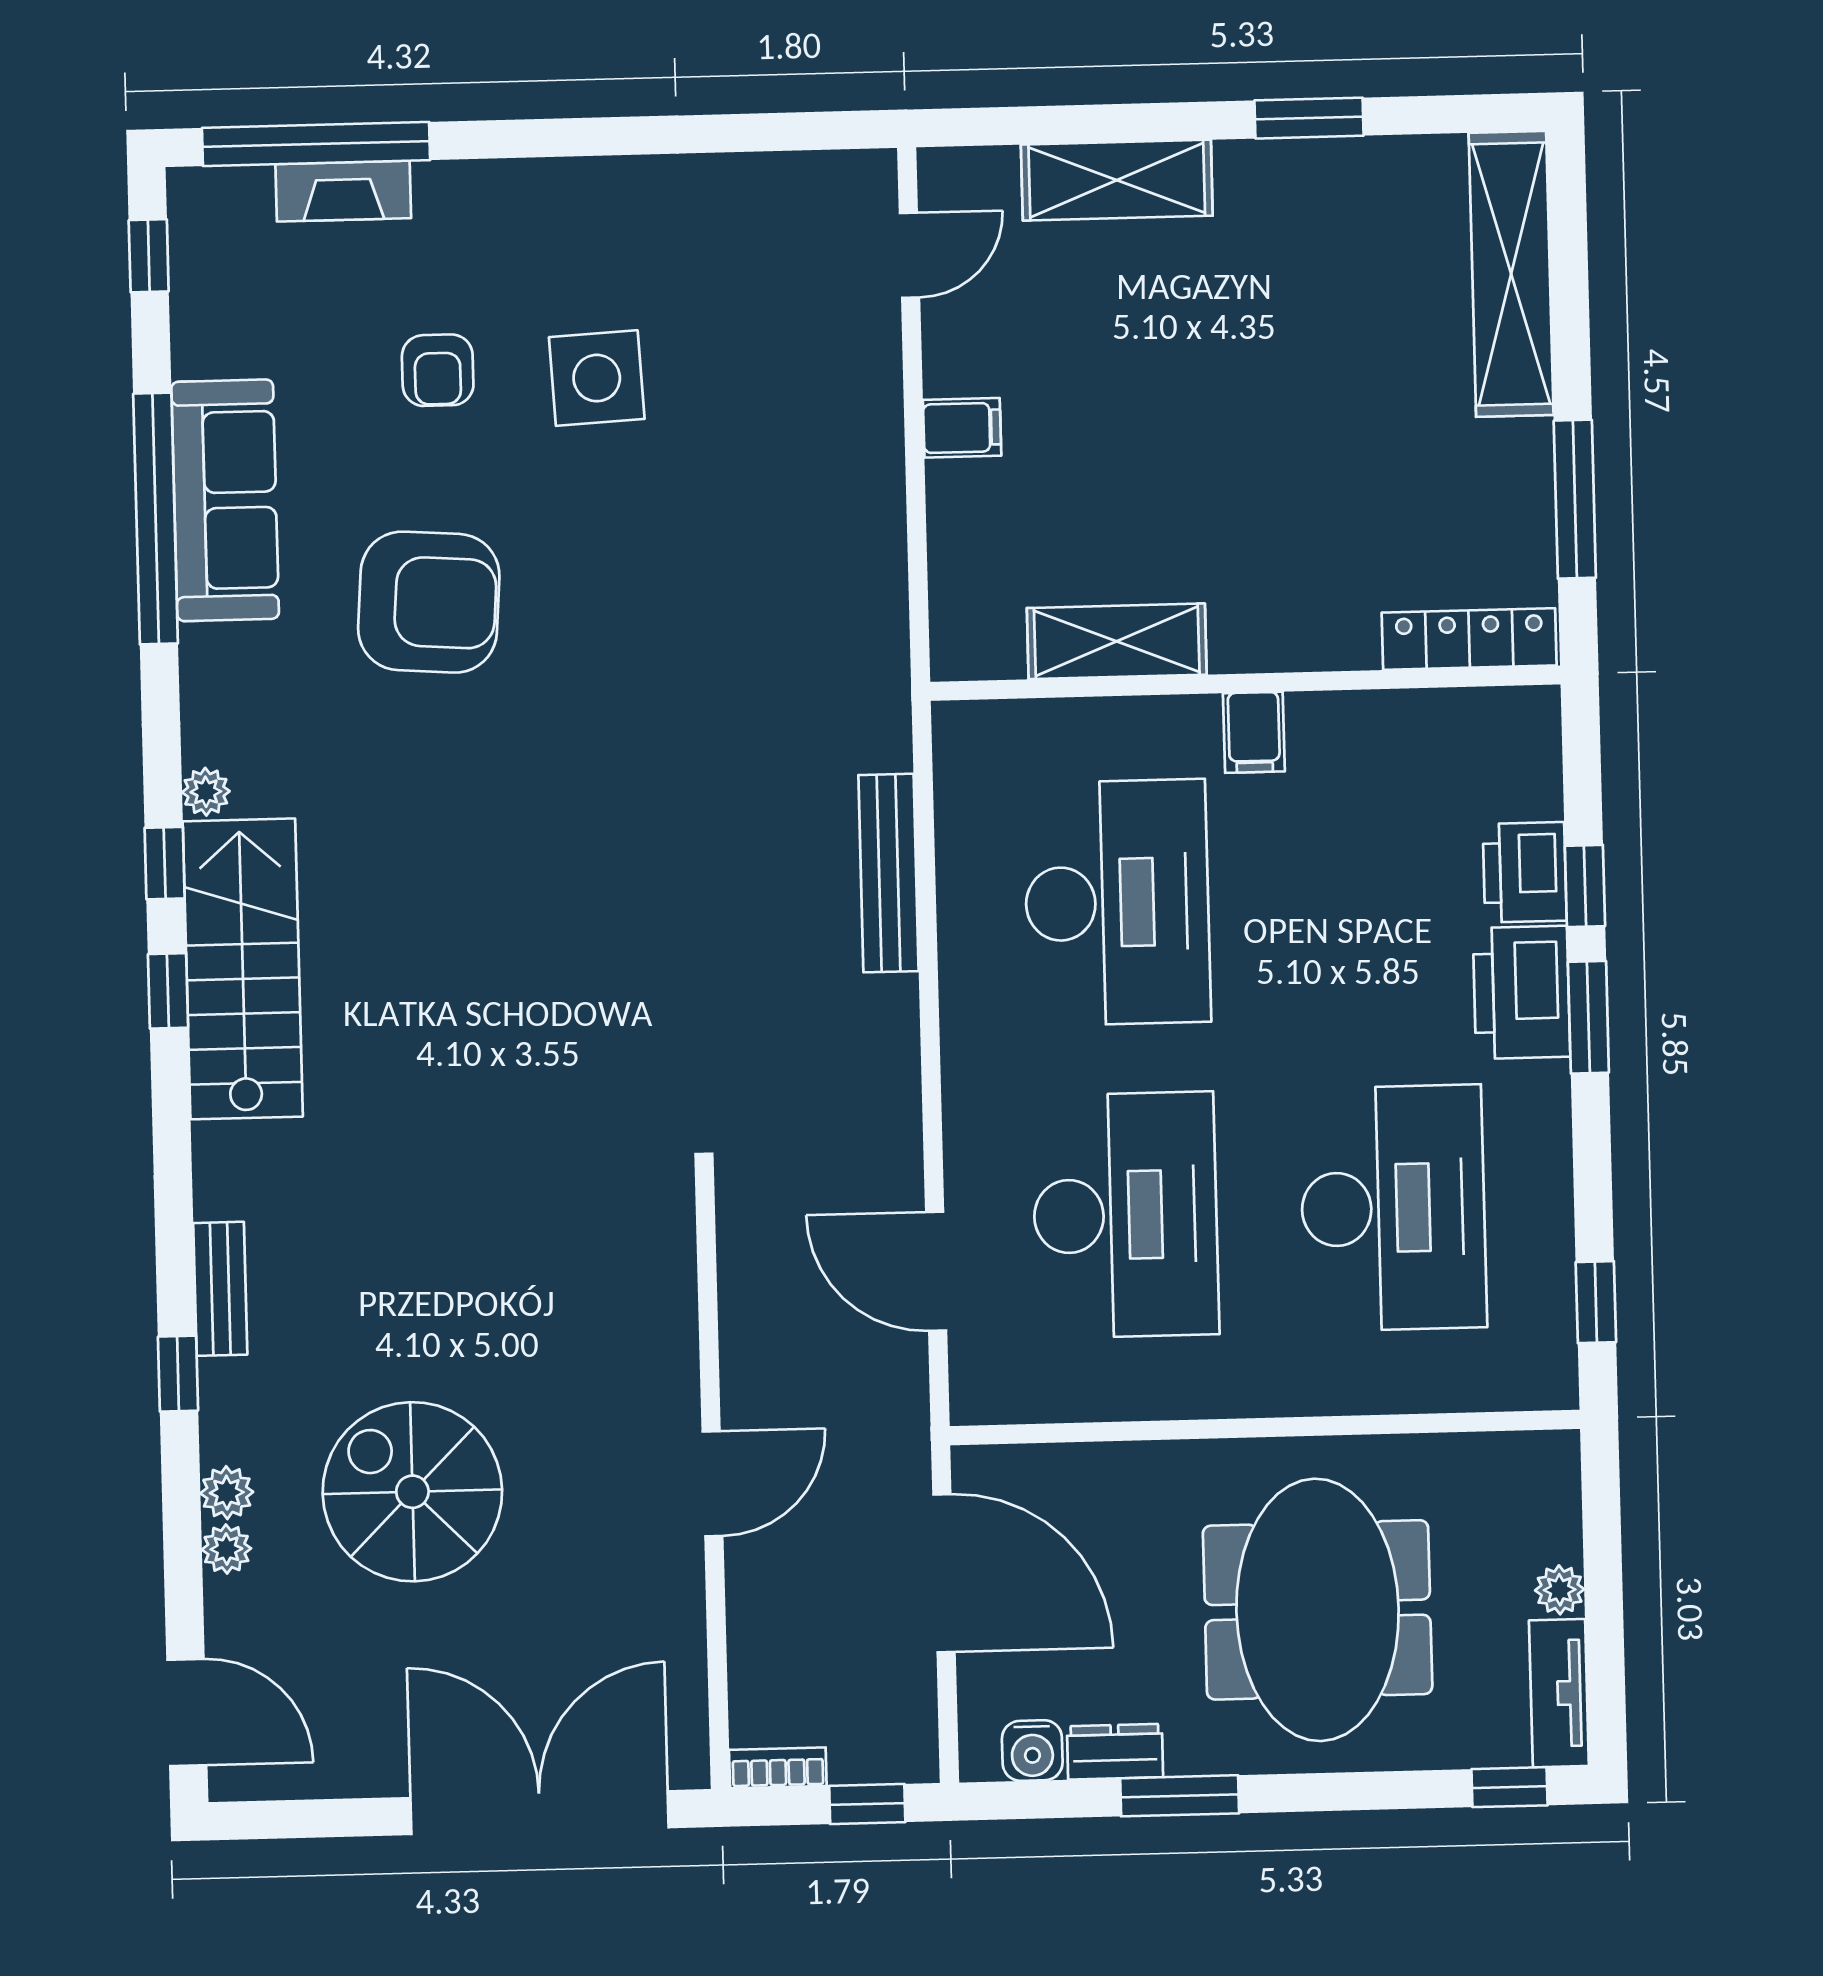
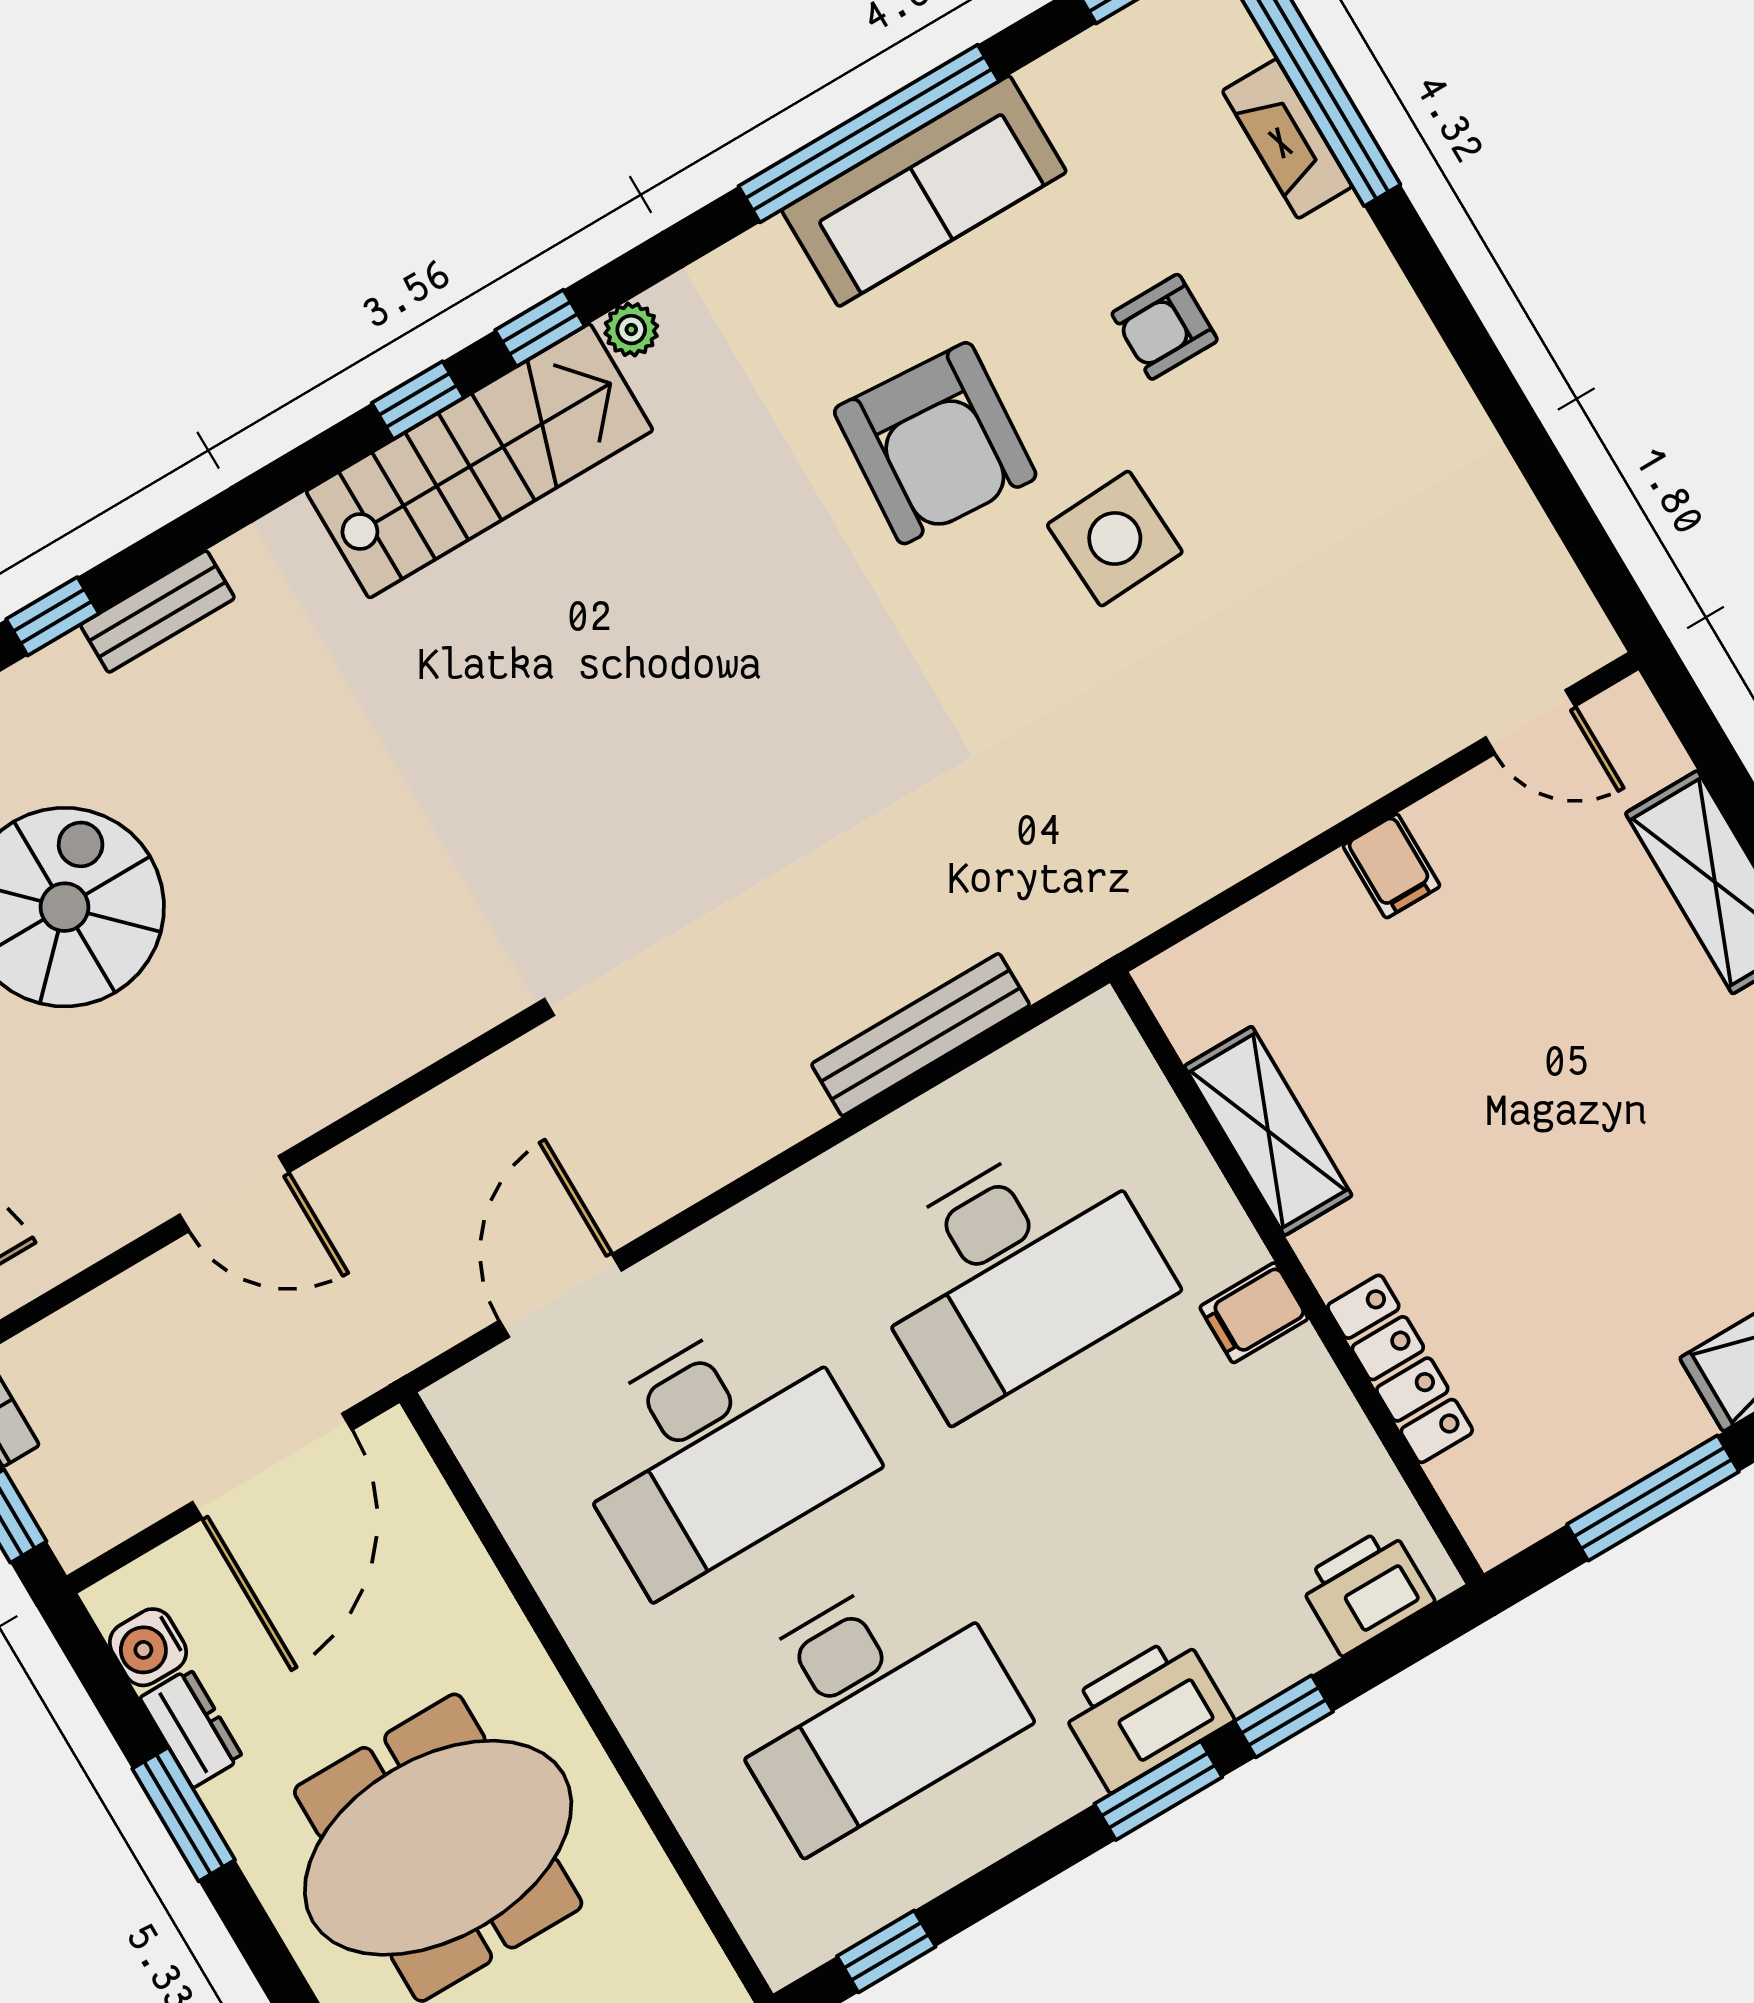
side table: (597, 378) -> (1115, 539), moved
locker: (1469, 639) -> (1400, 1369), moved
printer: (1525, 872) -> (1366, 1591), moved

